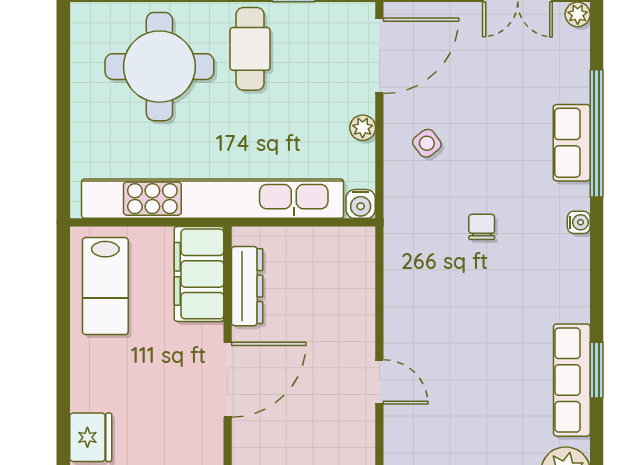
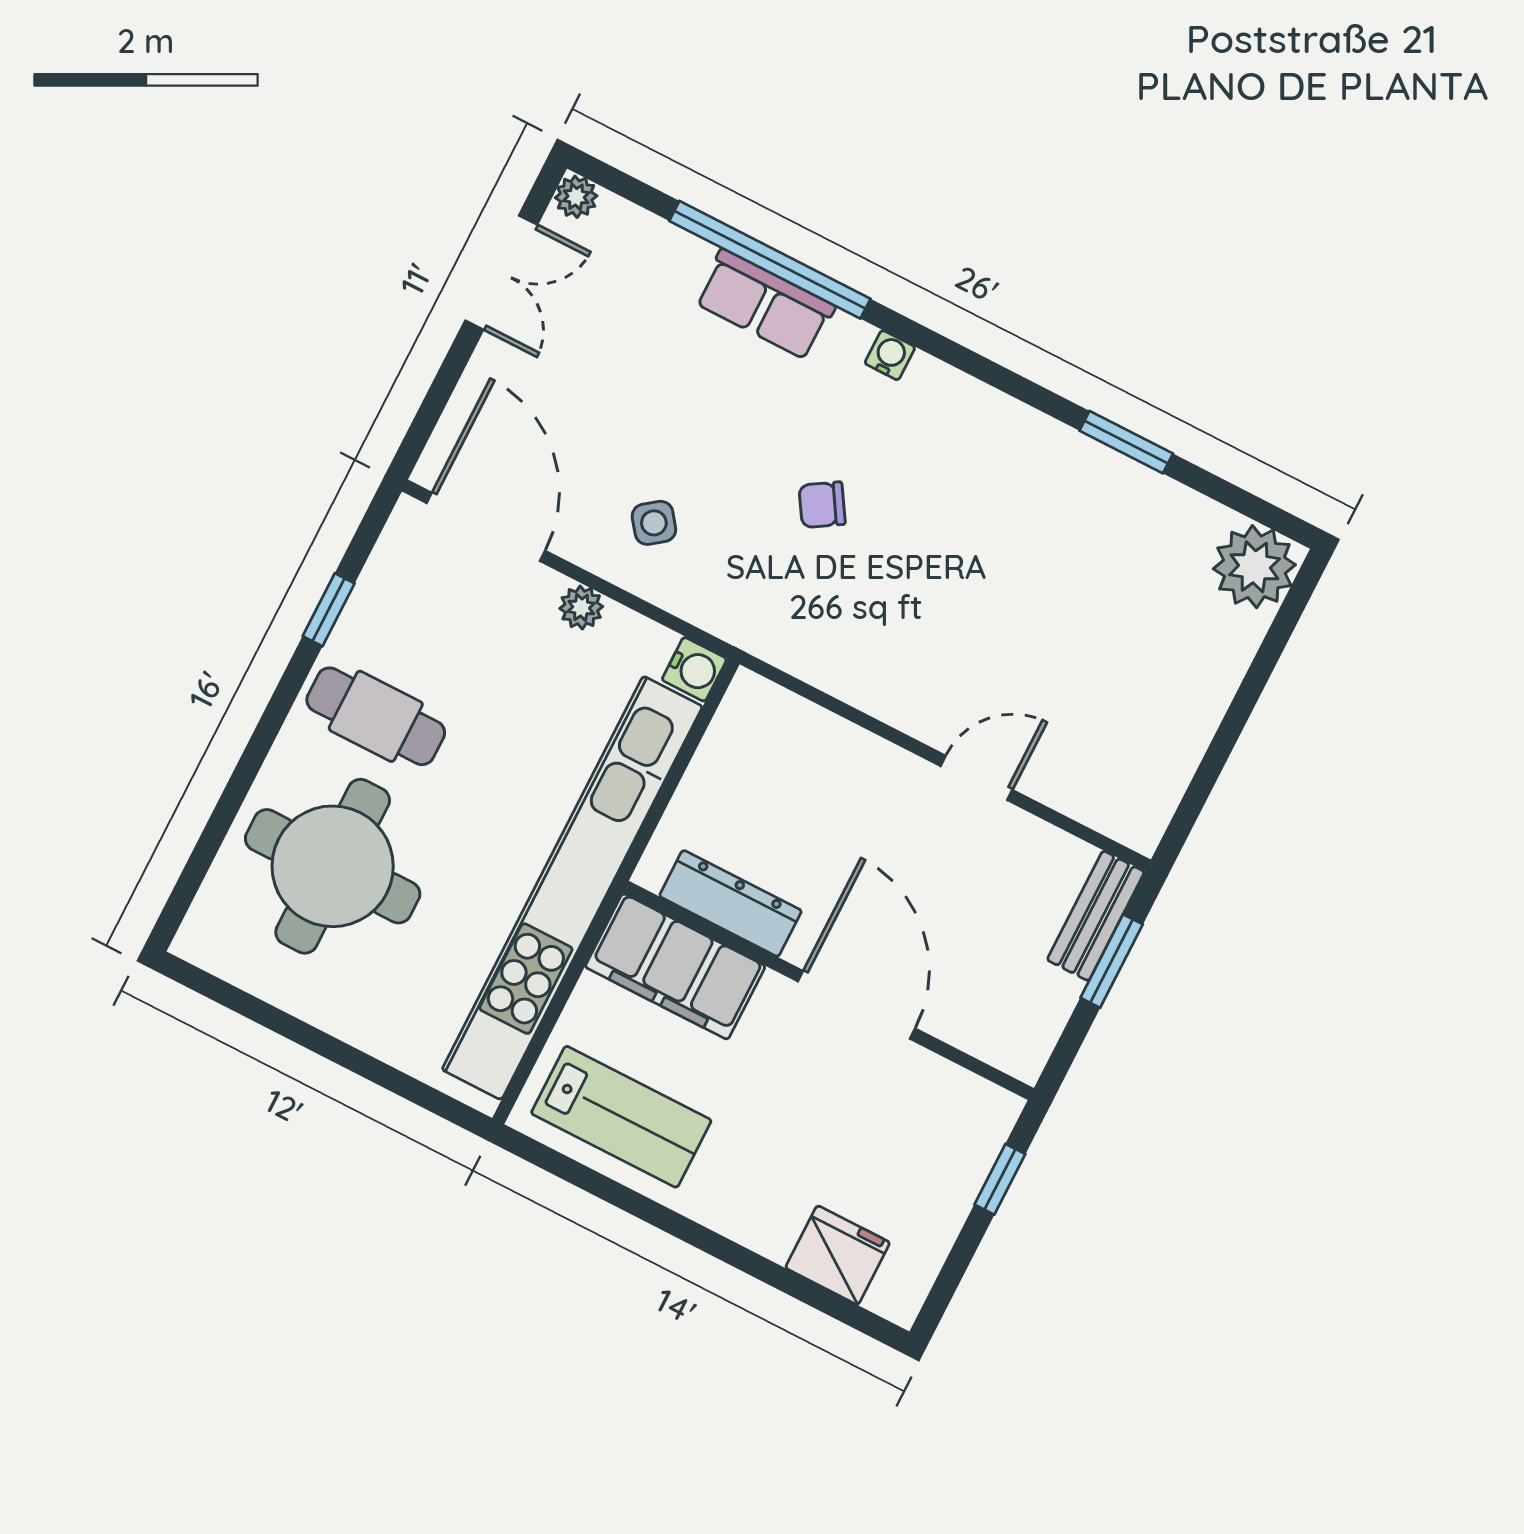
chair: (482, 227) -> (822, 505), turned -32
row of seats: (572, 380) -> (1122, 487), removed

